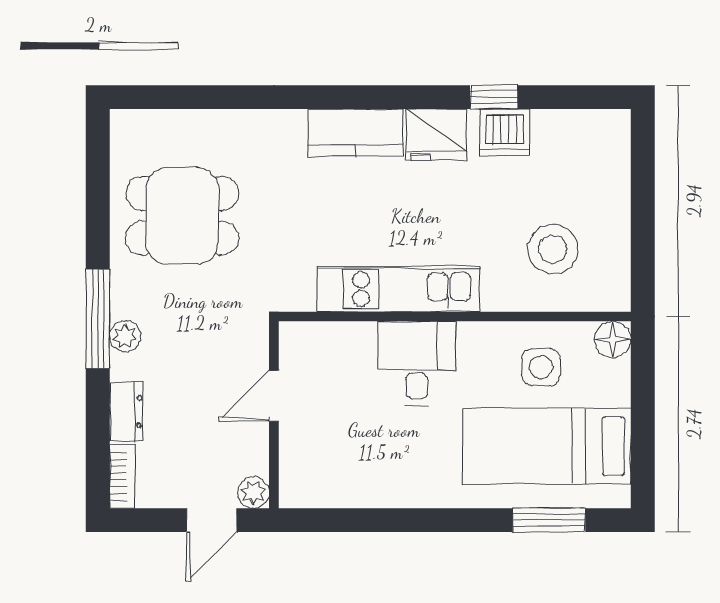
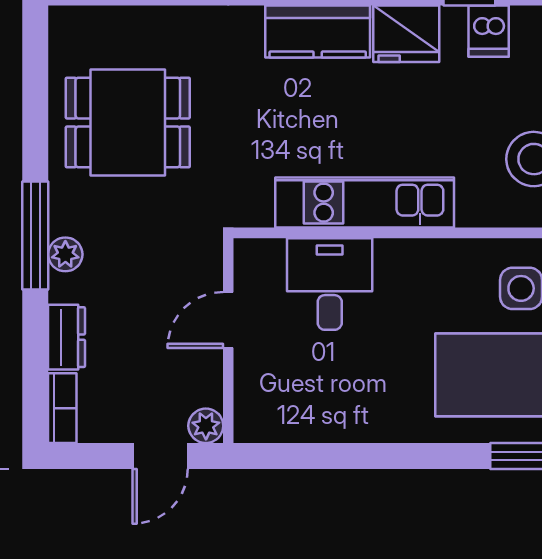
dishwasher: (505, 132) -> (489, 31), width x0.73
desk: (417, 363) -> (330, 284), moved

